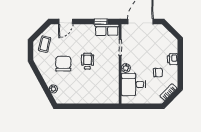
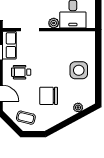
wheelchair: (87, 61) -> (21, 72), moved
side table: (85, 89) -> (79, 70), added

